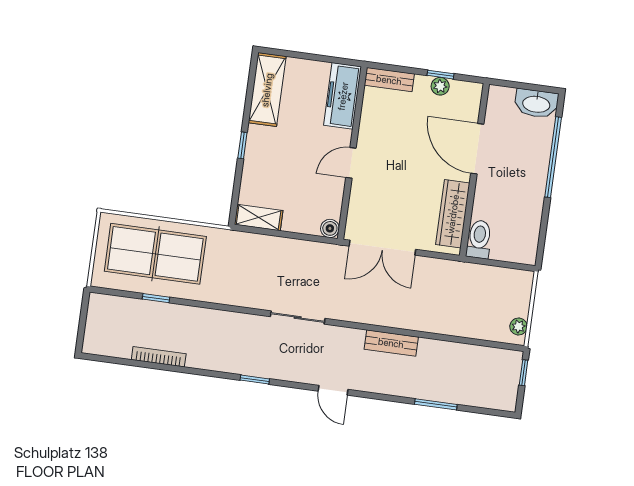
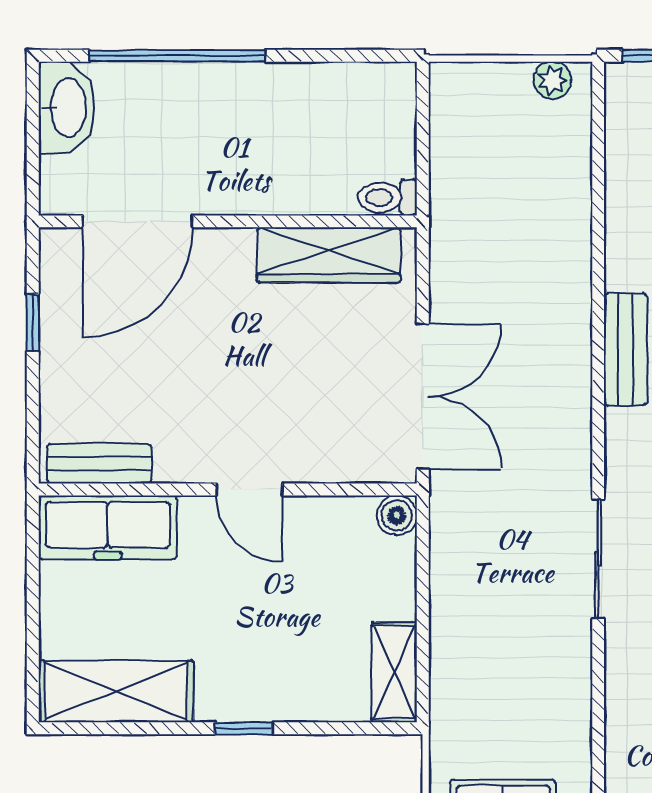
bench: (389, 80) -> (99, 464), moved, turned 90
plant: (440, 86) -> (58, 320), removed
door: (477, 149) -> (138, 221), moved
toilet: (479, 239) -> (387, 198), width x0.73, depth x0.72

